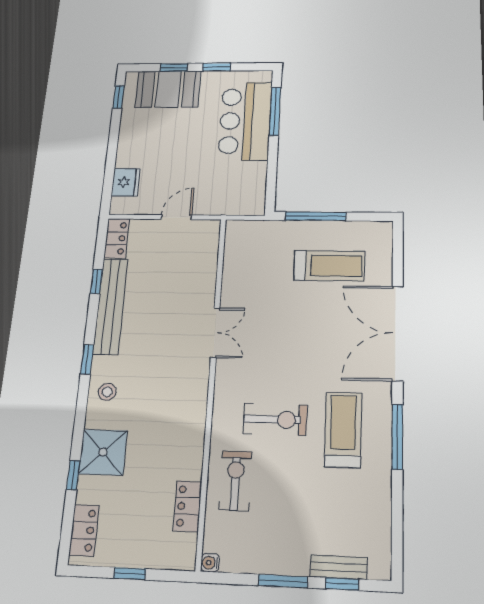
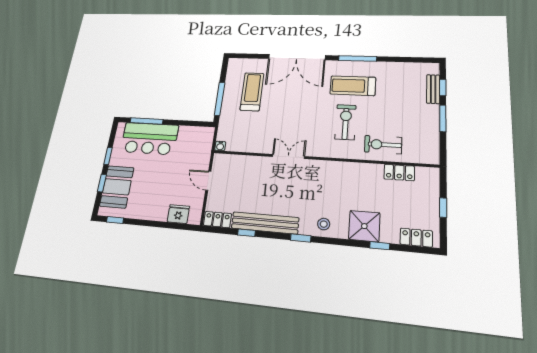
water cooler: (210, 563) -> (220, 146), moved

